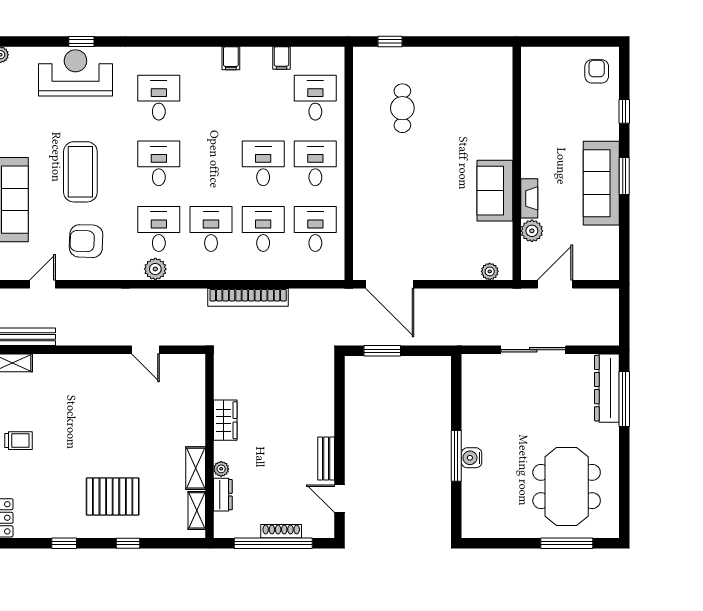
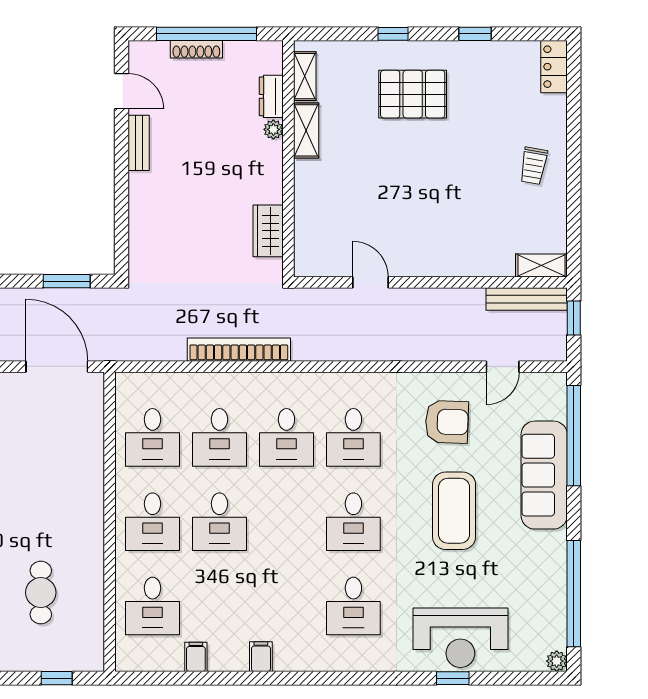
plant: (155, 269) -> (358, 386), removed
wardrobe: (225, 420) -> (268, 231), moved
trolley: (18, 441) -> (534, 166), turned -80

